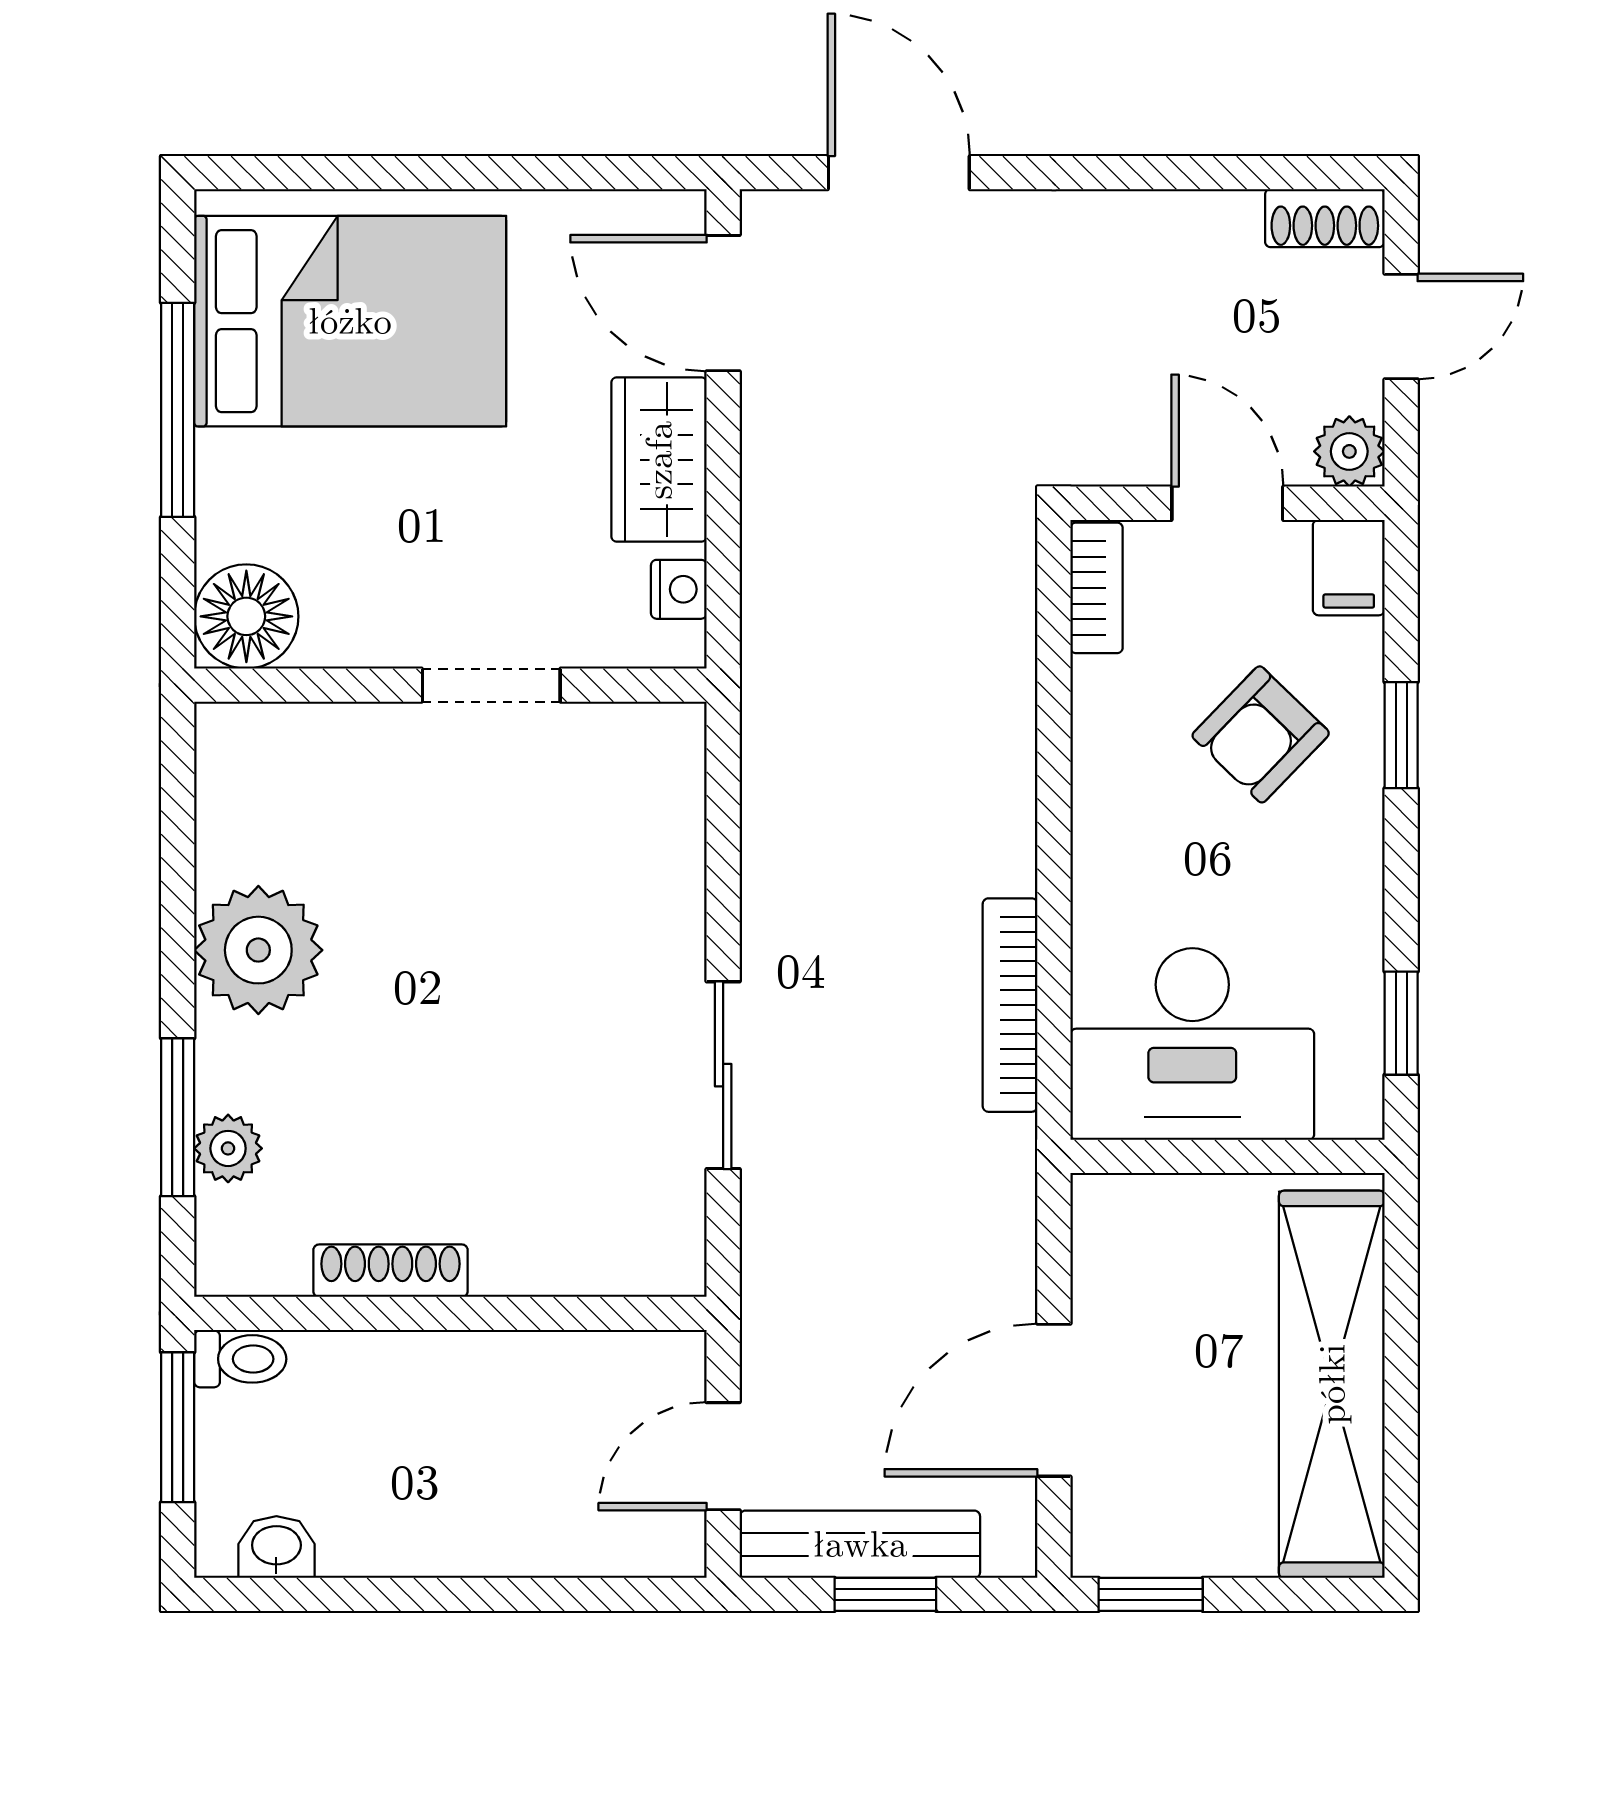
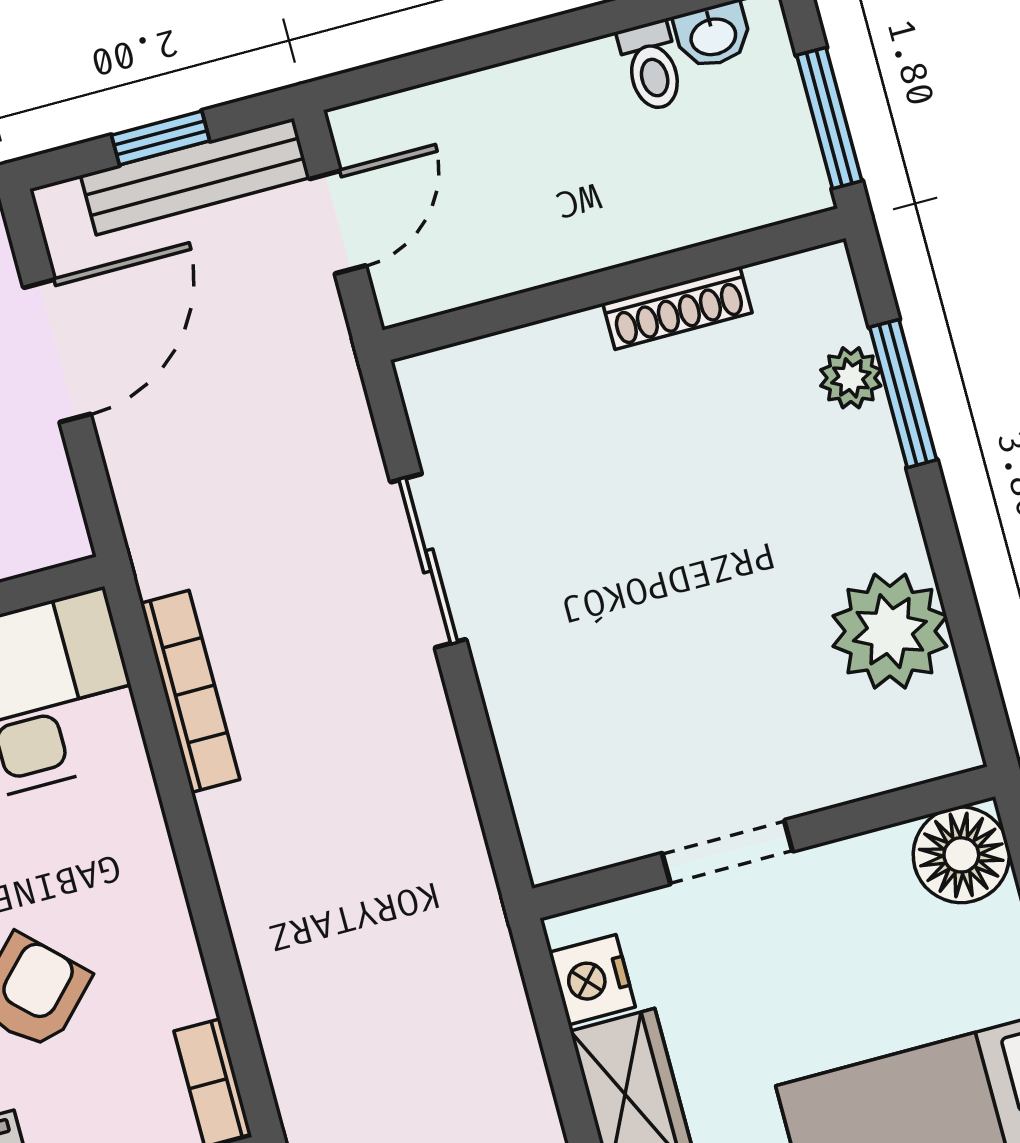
nightstand: (679, 589) -> (592, 980), width x1.39, depth x1.35
plant: (258, 950) -> (890, 631), moved
toilet: (240, 1359) -> (652, 66), moved, turned -90

